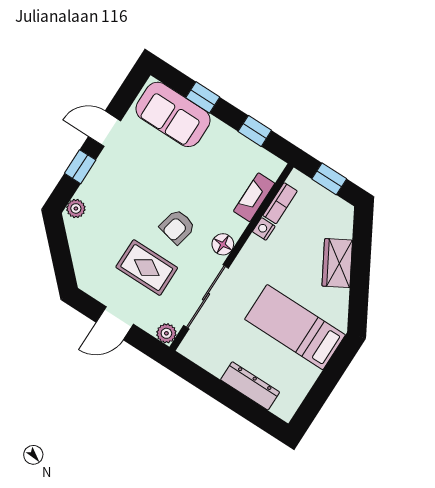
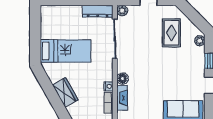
armchair: (177, 227) -> (148, 62), removed
floor lamp: (223, 244) -> (123, 79), moved
rug: (147, 268) -> (171, 33), moved, turned 90
dresser: (250, 386) -> (98, 11), moved

